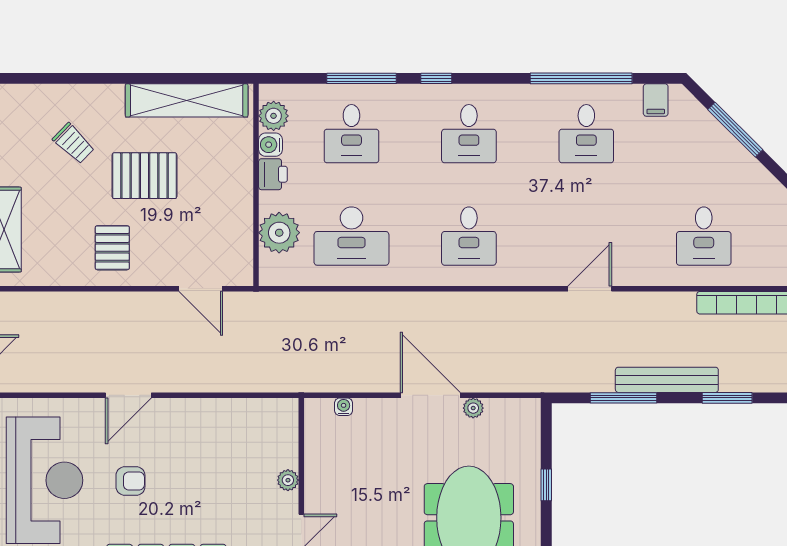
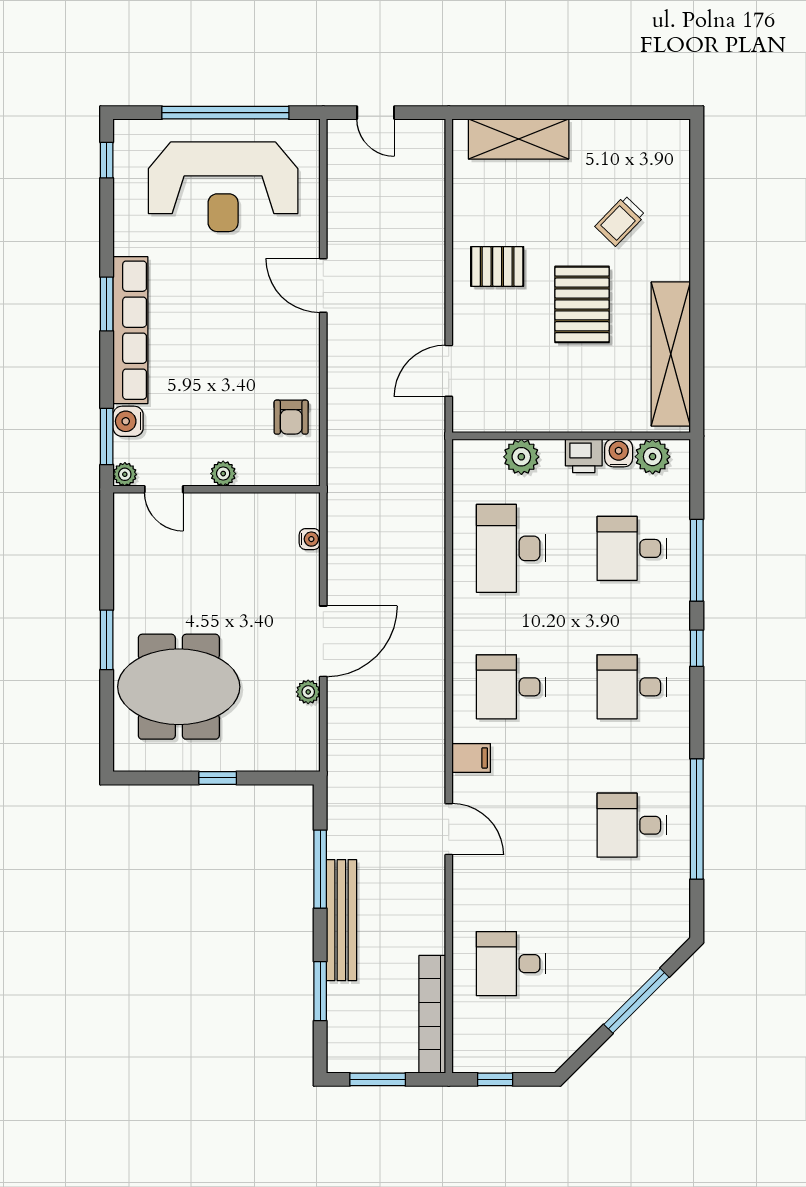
filing cabinet: (656, 100) -> (471, 758), moved, turned 180
plant: (279, 233) -> (521, 457), width x0.73, depth x0.73
armchair: (130, 481) -> (291, 417), moved

